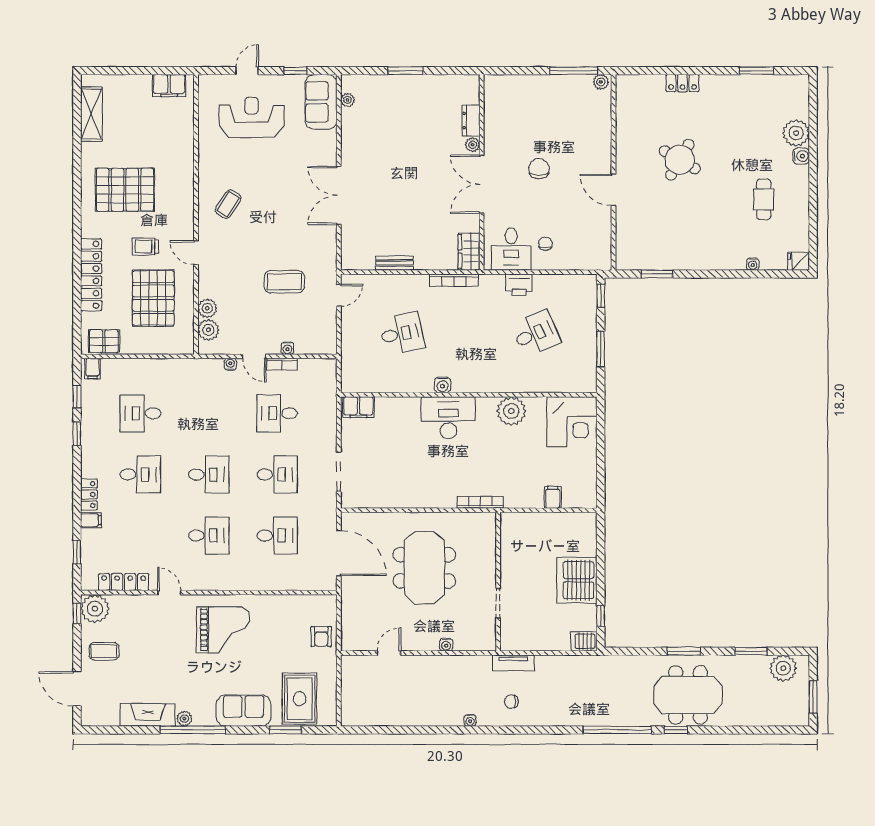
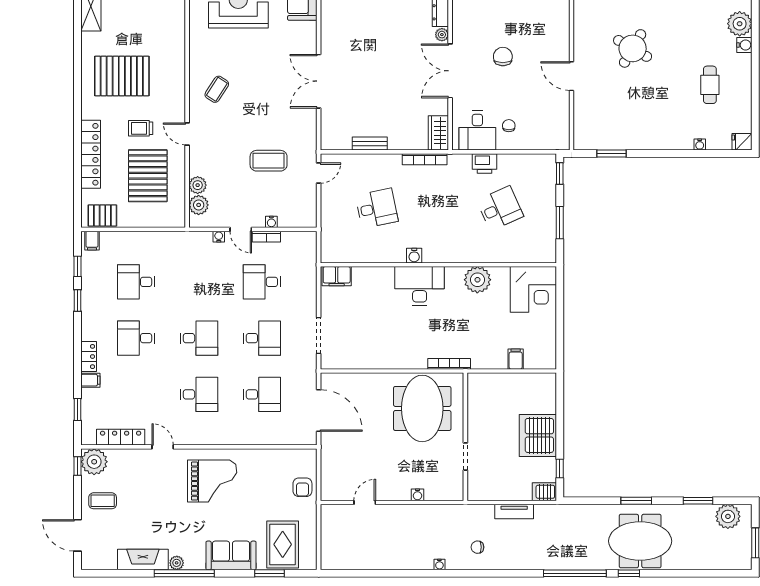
desk: (140, 474) -> (136, 338), turned 180
meeting table: (424, 568) -> (422, 408), moved
tv unit: (513, 663) -> (514, 511), moved

